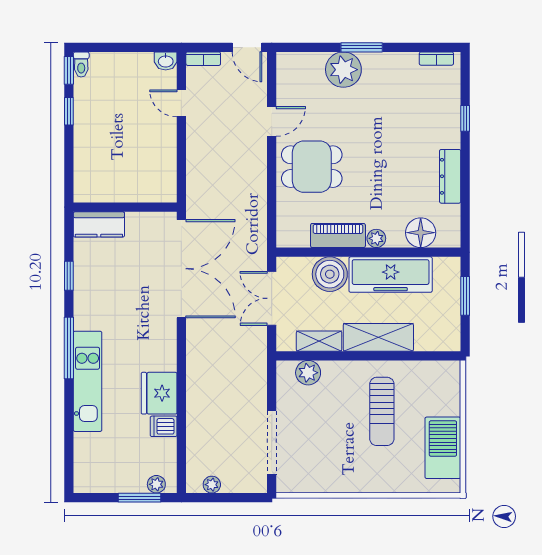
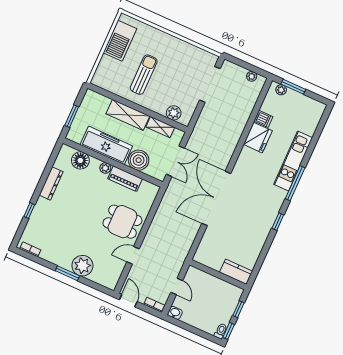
wall: (125, 207) -> (218, 275), moved
kitchen counter: (99, 224) -> (236, 272), moved

